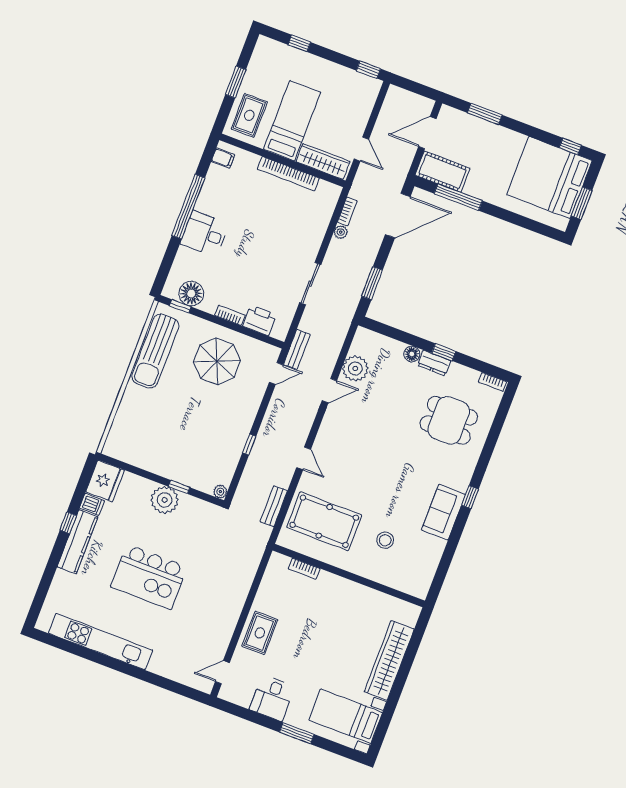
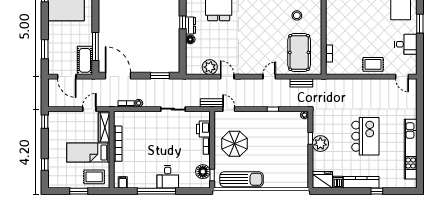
window: (68, 523) -> (377, 191), moved

